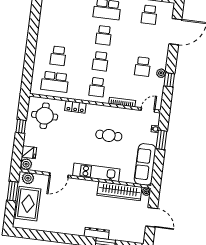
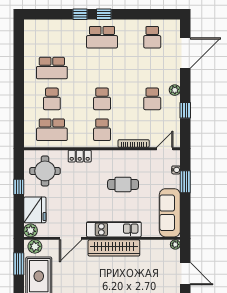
school desk: (104, 35) -> (52, 68), moved, width x1.85
plant: (161, 73) -> (175, 90), moved
fridge: (29, 152) -> (35, 210), width x1.88, depth x1.34
wardrobe: (119, 191) -> (114, 248), moved

